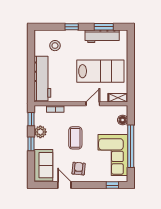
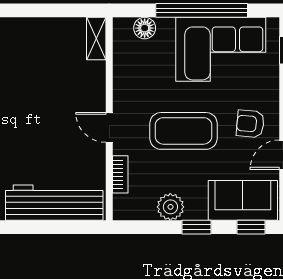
lab bench: (100, 71) -> (38, 76), removed
door: (93, 104) -> (109, 127), moved
window: (31, 119) -> (251, 227), moved
coffee table: (75, 138) -> (183, 131), width x1.36, depth x1.32

